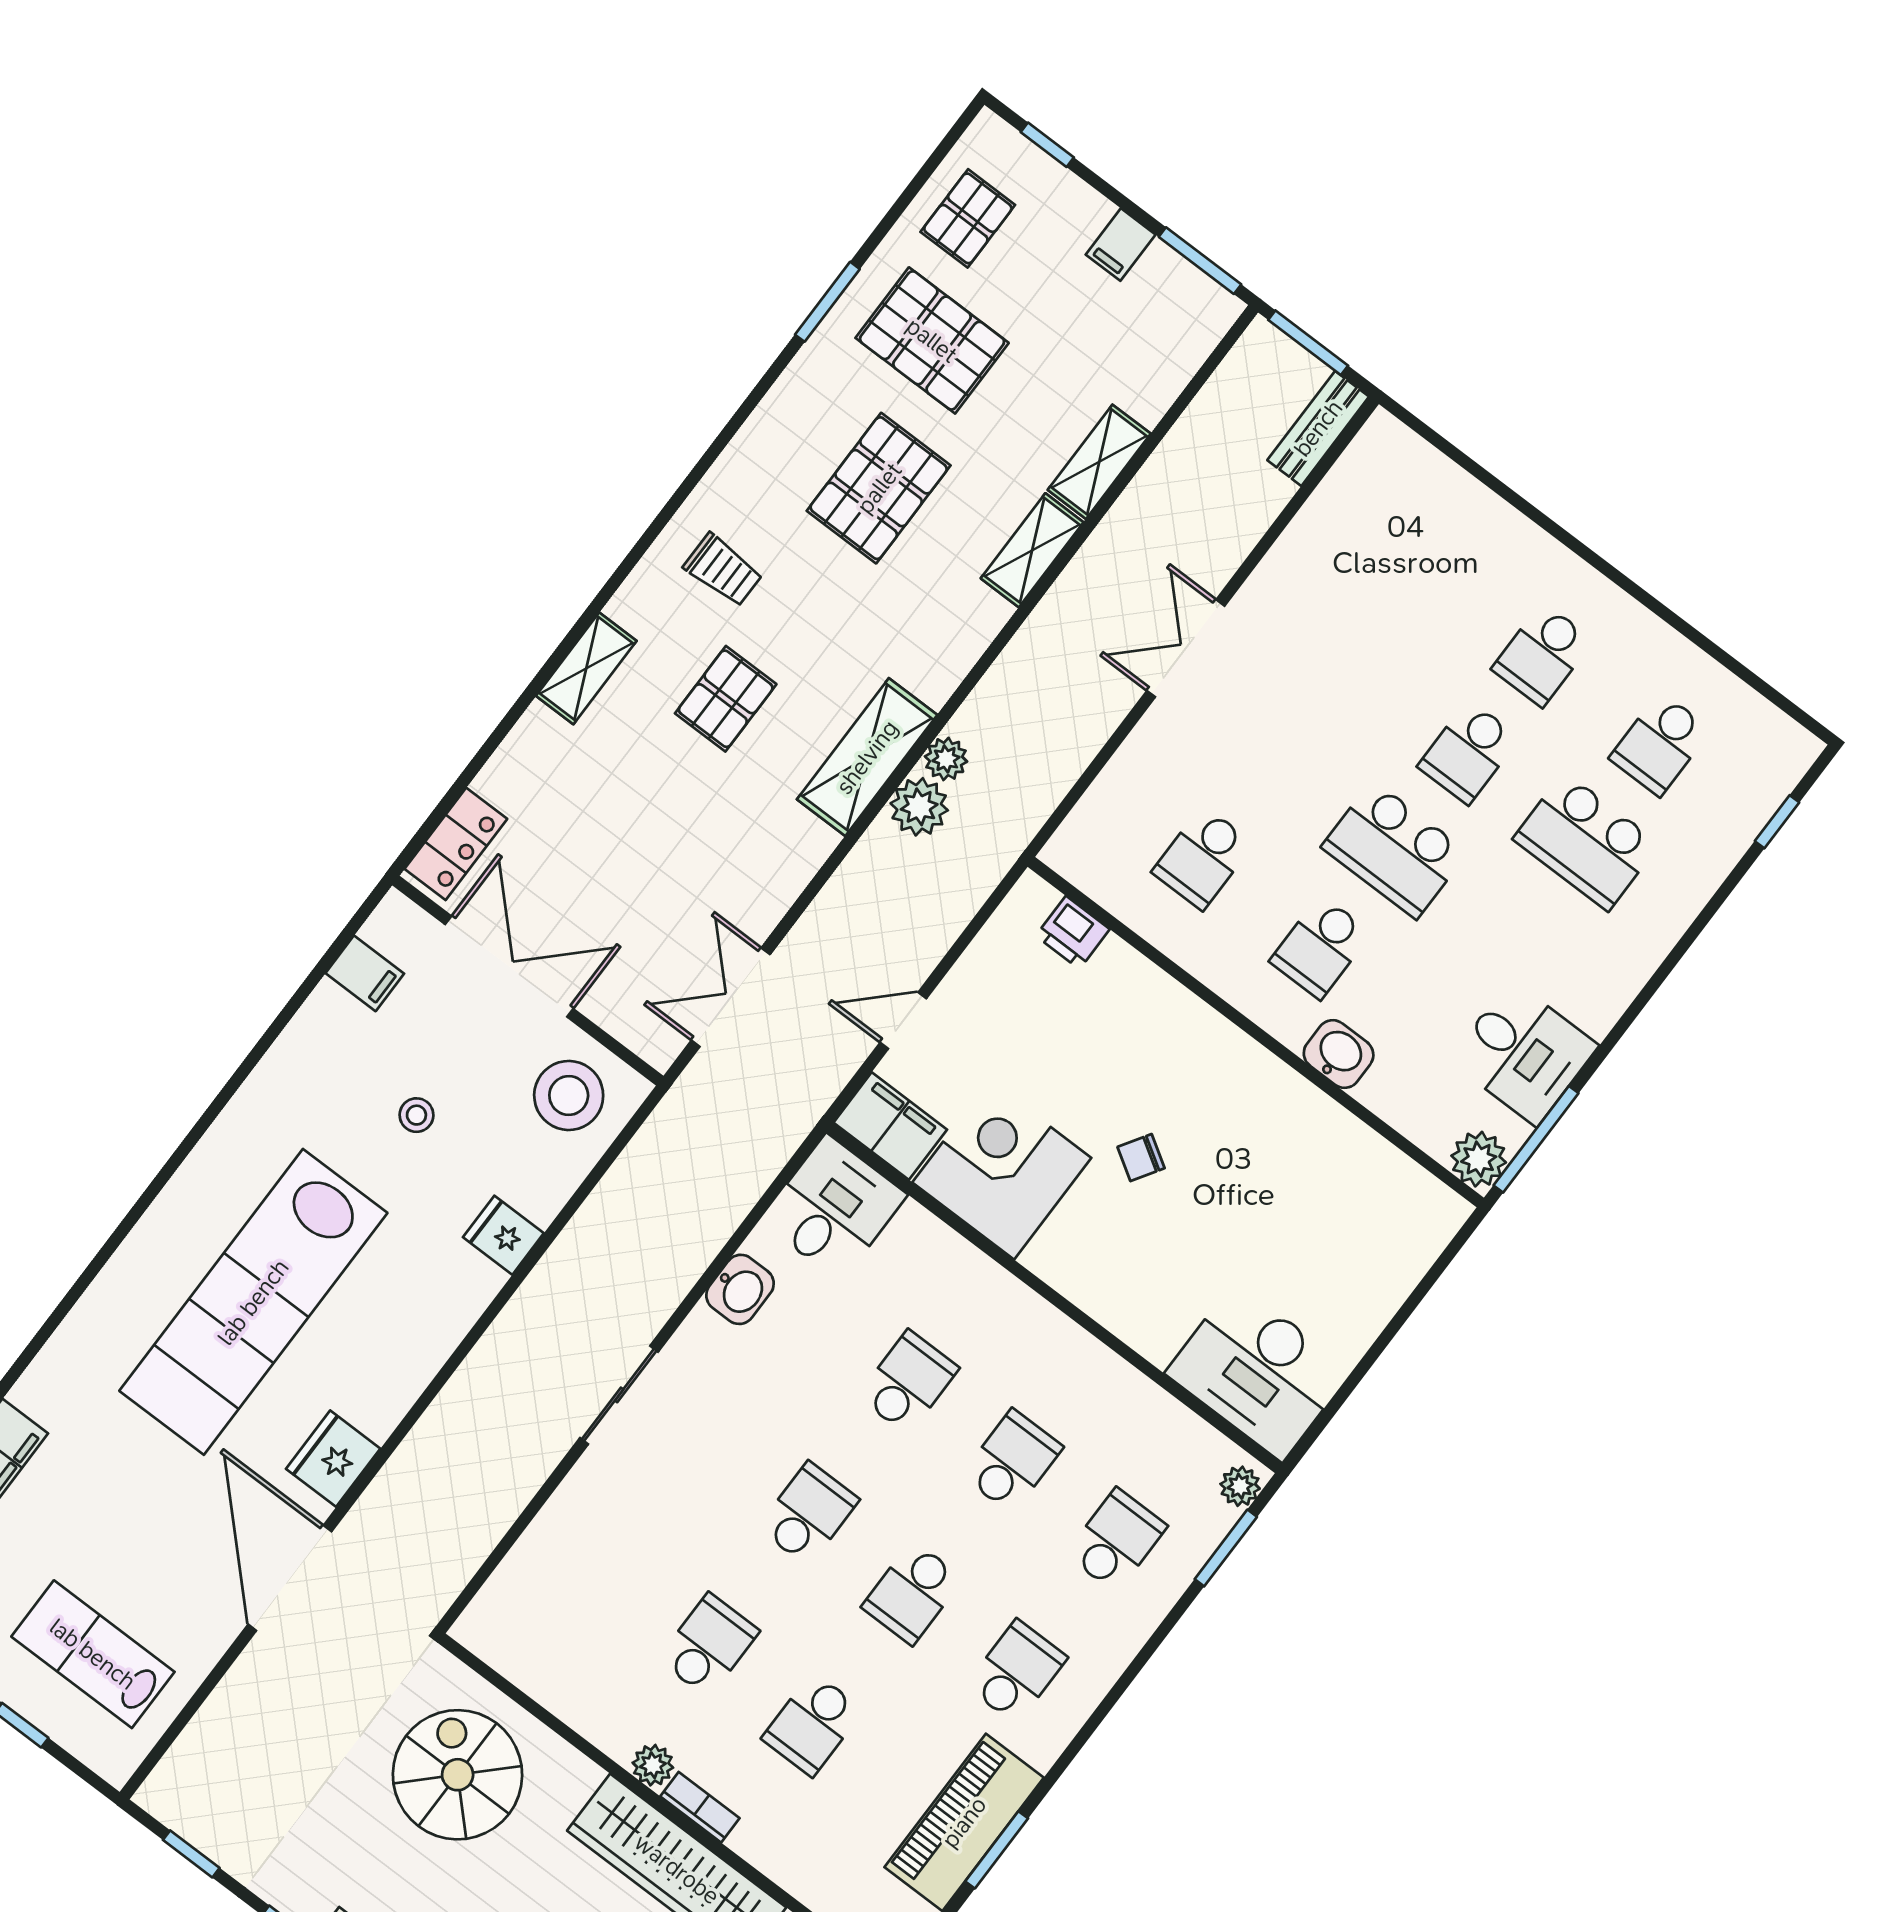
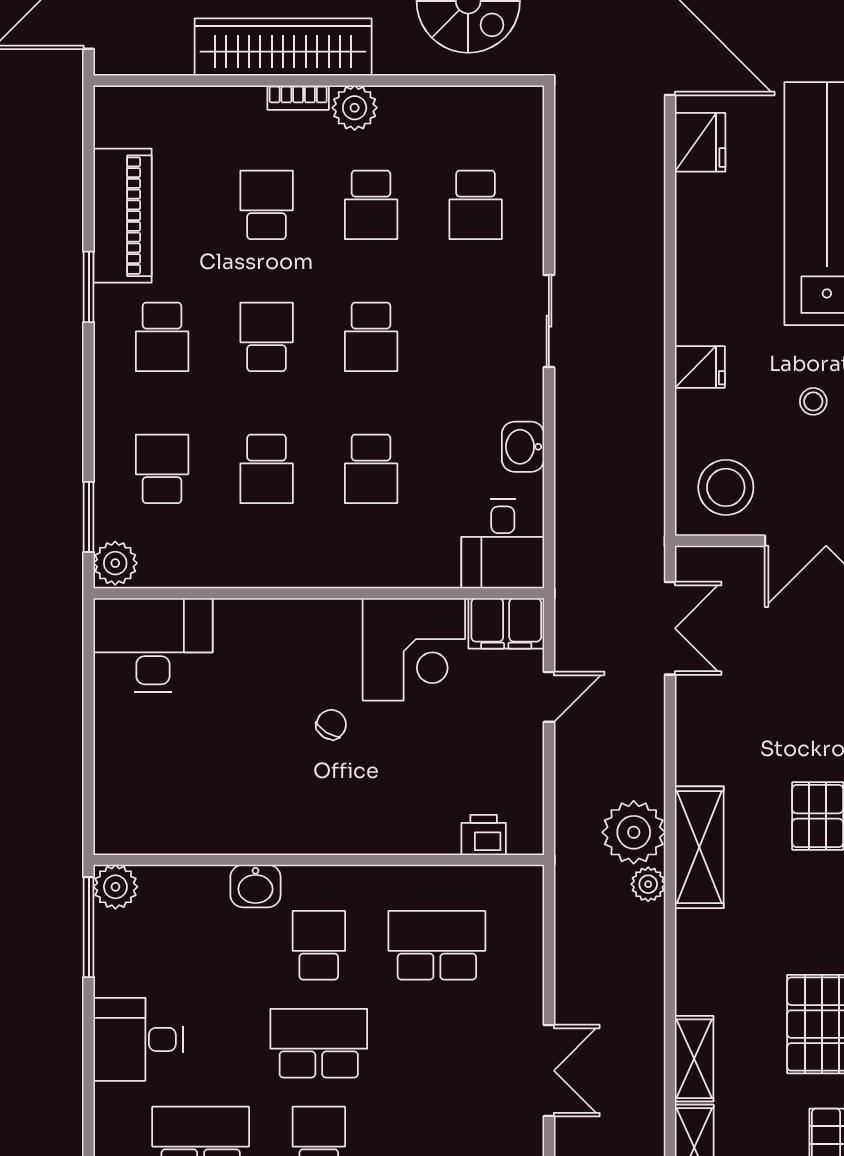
plant: (919, 807) -> (634, 832), width x1.36, depth x1.36
school desk: (1203, 858) -> (437, 945), width x1.85
desk: (1524, 1053) -> (138, 1039), moved
plant: (1240, 1486) -> (115, 563), width x1.38, depth x1.38
school desk: (1116, 1540) -> (162, 469), turned 180
school desk: (604, 1566) -> (476, 205), added
plant: (653, 1765) -> (355, 108), width x1.38, depth x1.38
window: (997, 1850) -> (89, 287), moved

